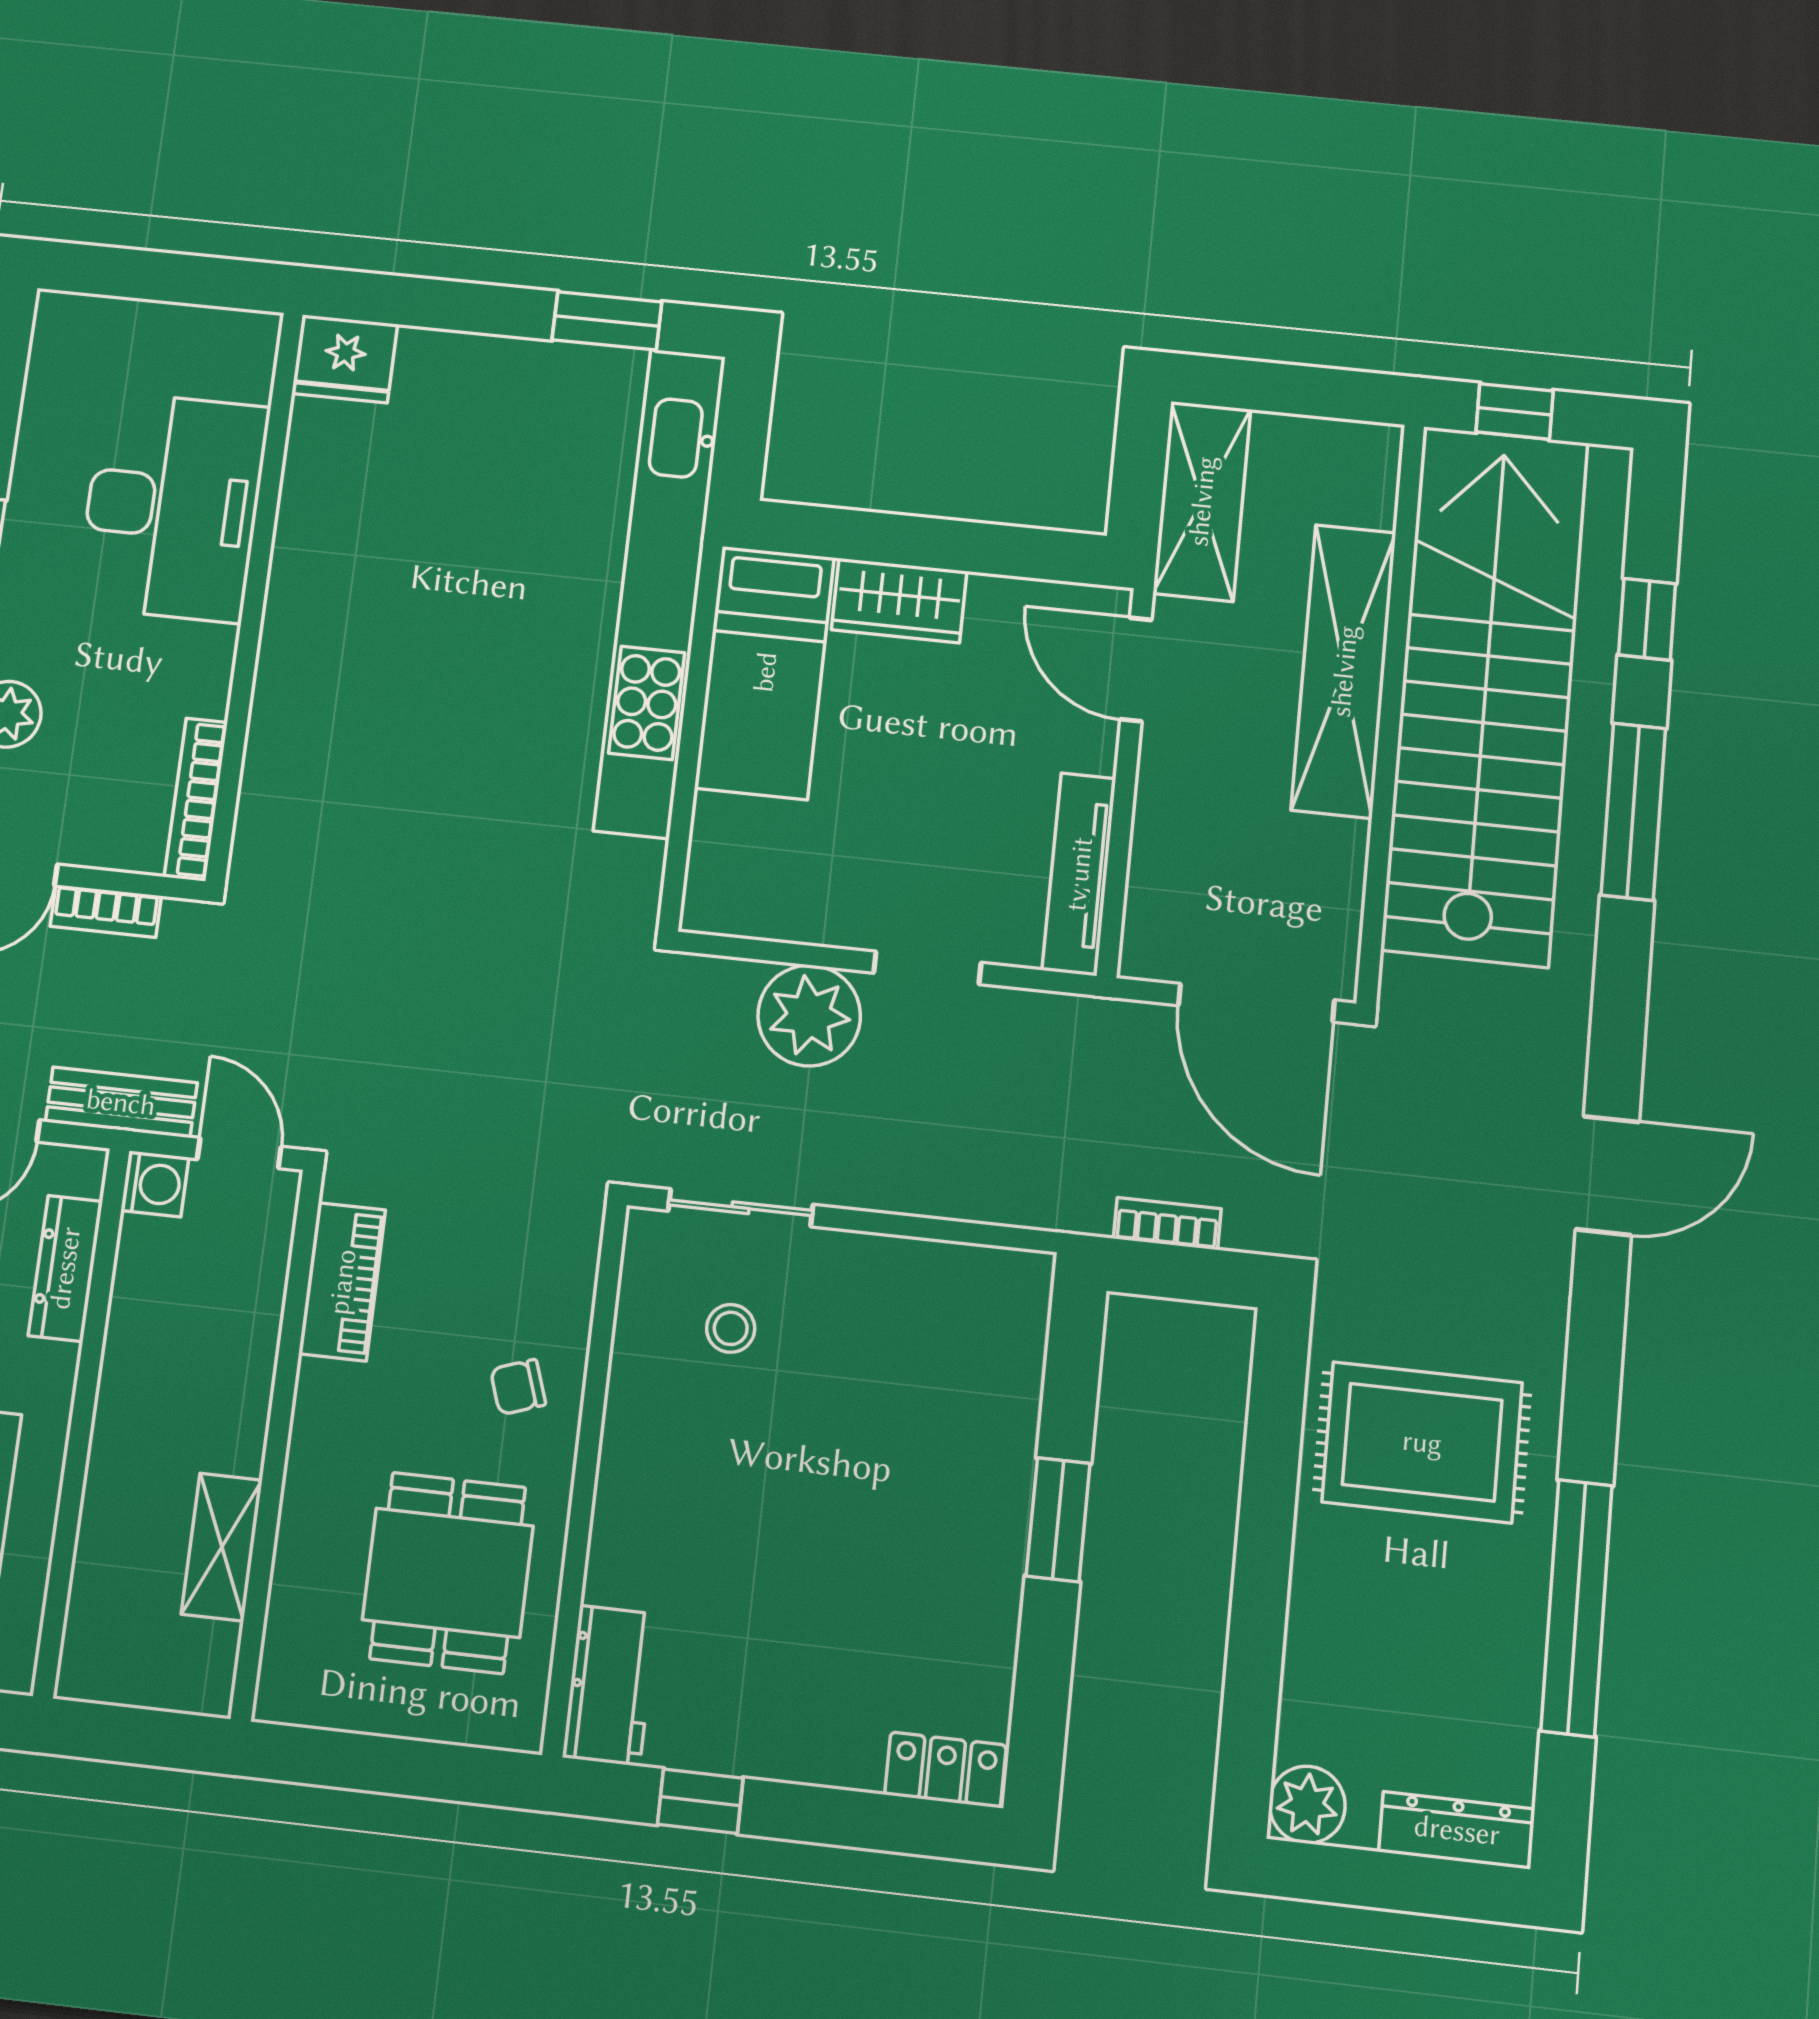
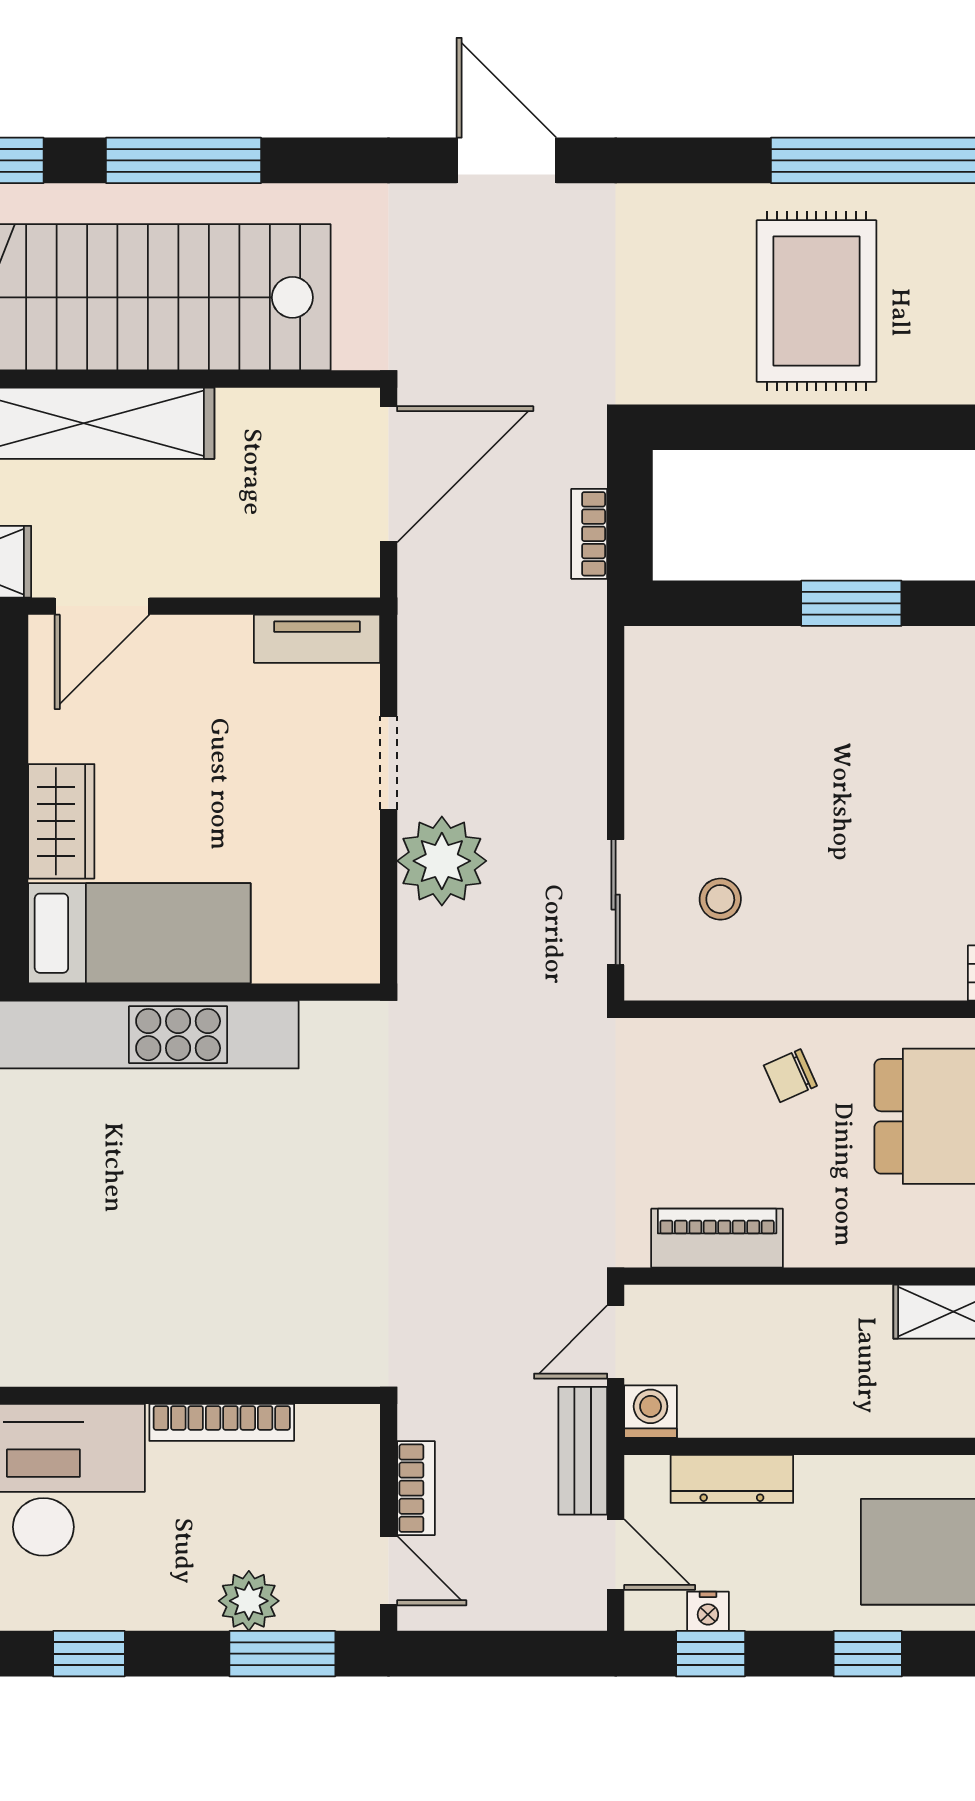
bookcase: (196, 799) -> (222, 1422), moved
tv unit: (1079, 874) -> (317, 639), width x0.71
chair: (518, 1387) -> (790, 1076), turned 85
rug: (1422, 1442) -> (816, 301), moved

